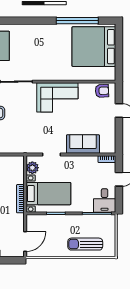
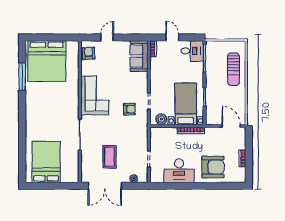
window: (77, 21) -> (22, 77), width x0.68
armchair: (43, 134) -> (129, 109), added
sofa: (83, 144) -> (139, 56), moved

